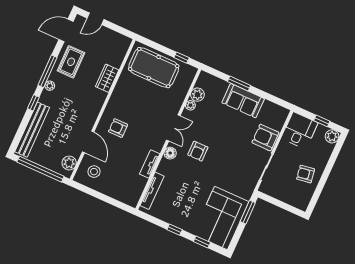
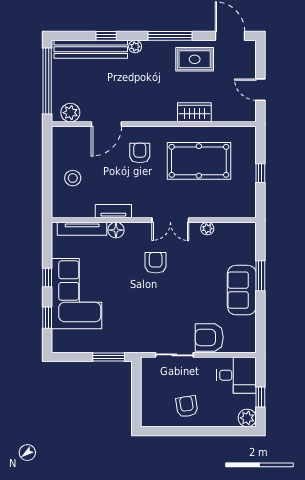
door: (95, 19) -> (260, 90), moved
window: (182, 58) -> (260, 173), moved
pool table: (154, 68) -> (199, 161), moved, turned 90
plant: (50, 86) -> (135, 47), moved
plant: (197, 95) -> (224, 231), removed
window: (33, 103) -> (106, 36), moved
armchair: (265, 138) -> (209, 337), turned -90
armchair: (198, 151) -> (156, 263), turned 90
floor lamp: (170, 153) -> (116, 230), moved
stool: (94, 172) -> (73, 178), moved
corner sofa: (221, 218) -> (77, 294), moved, turned 90

